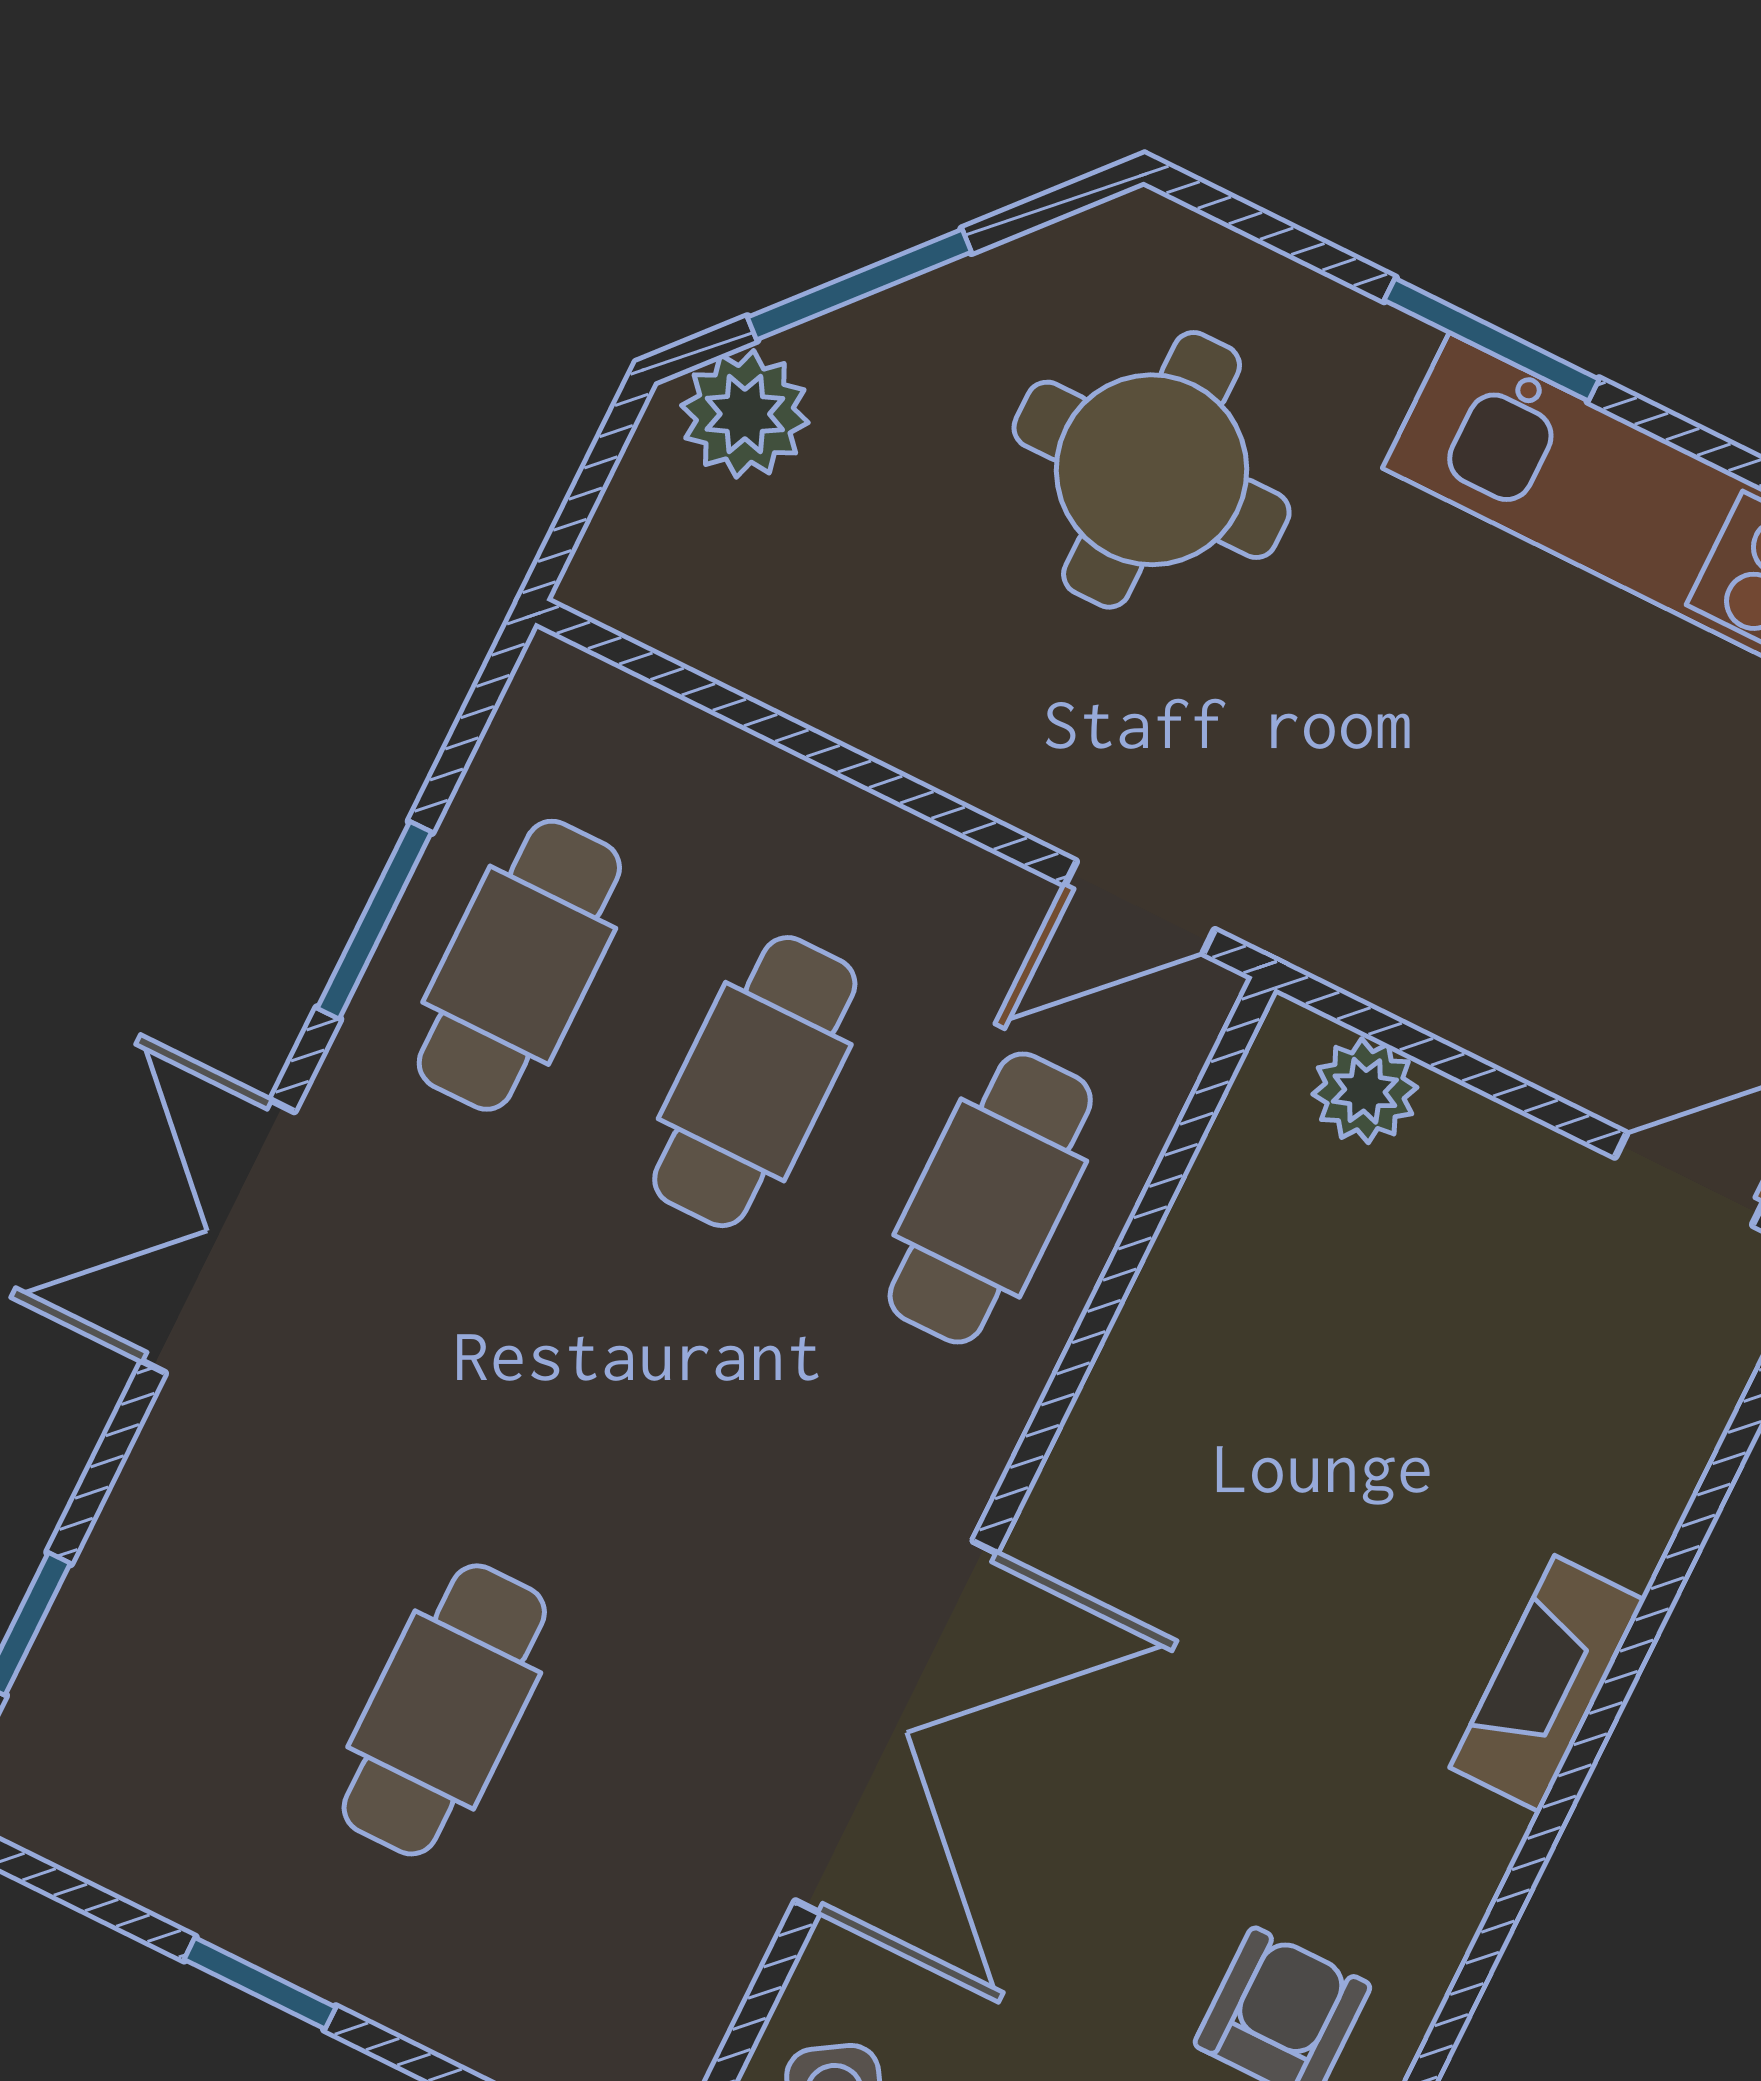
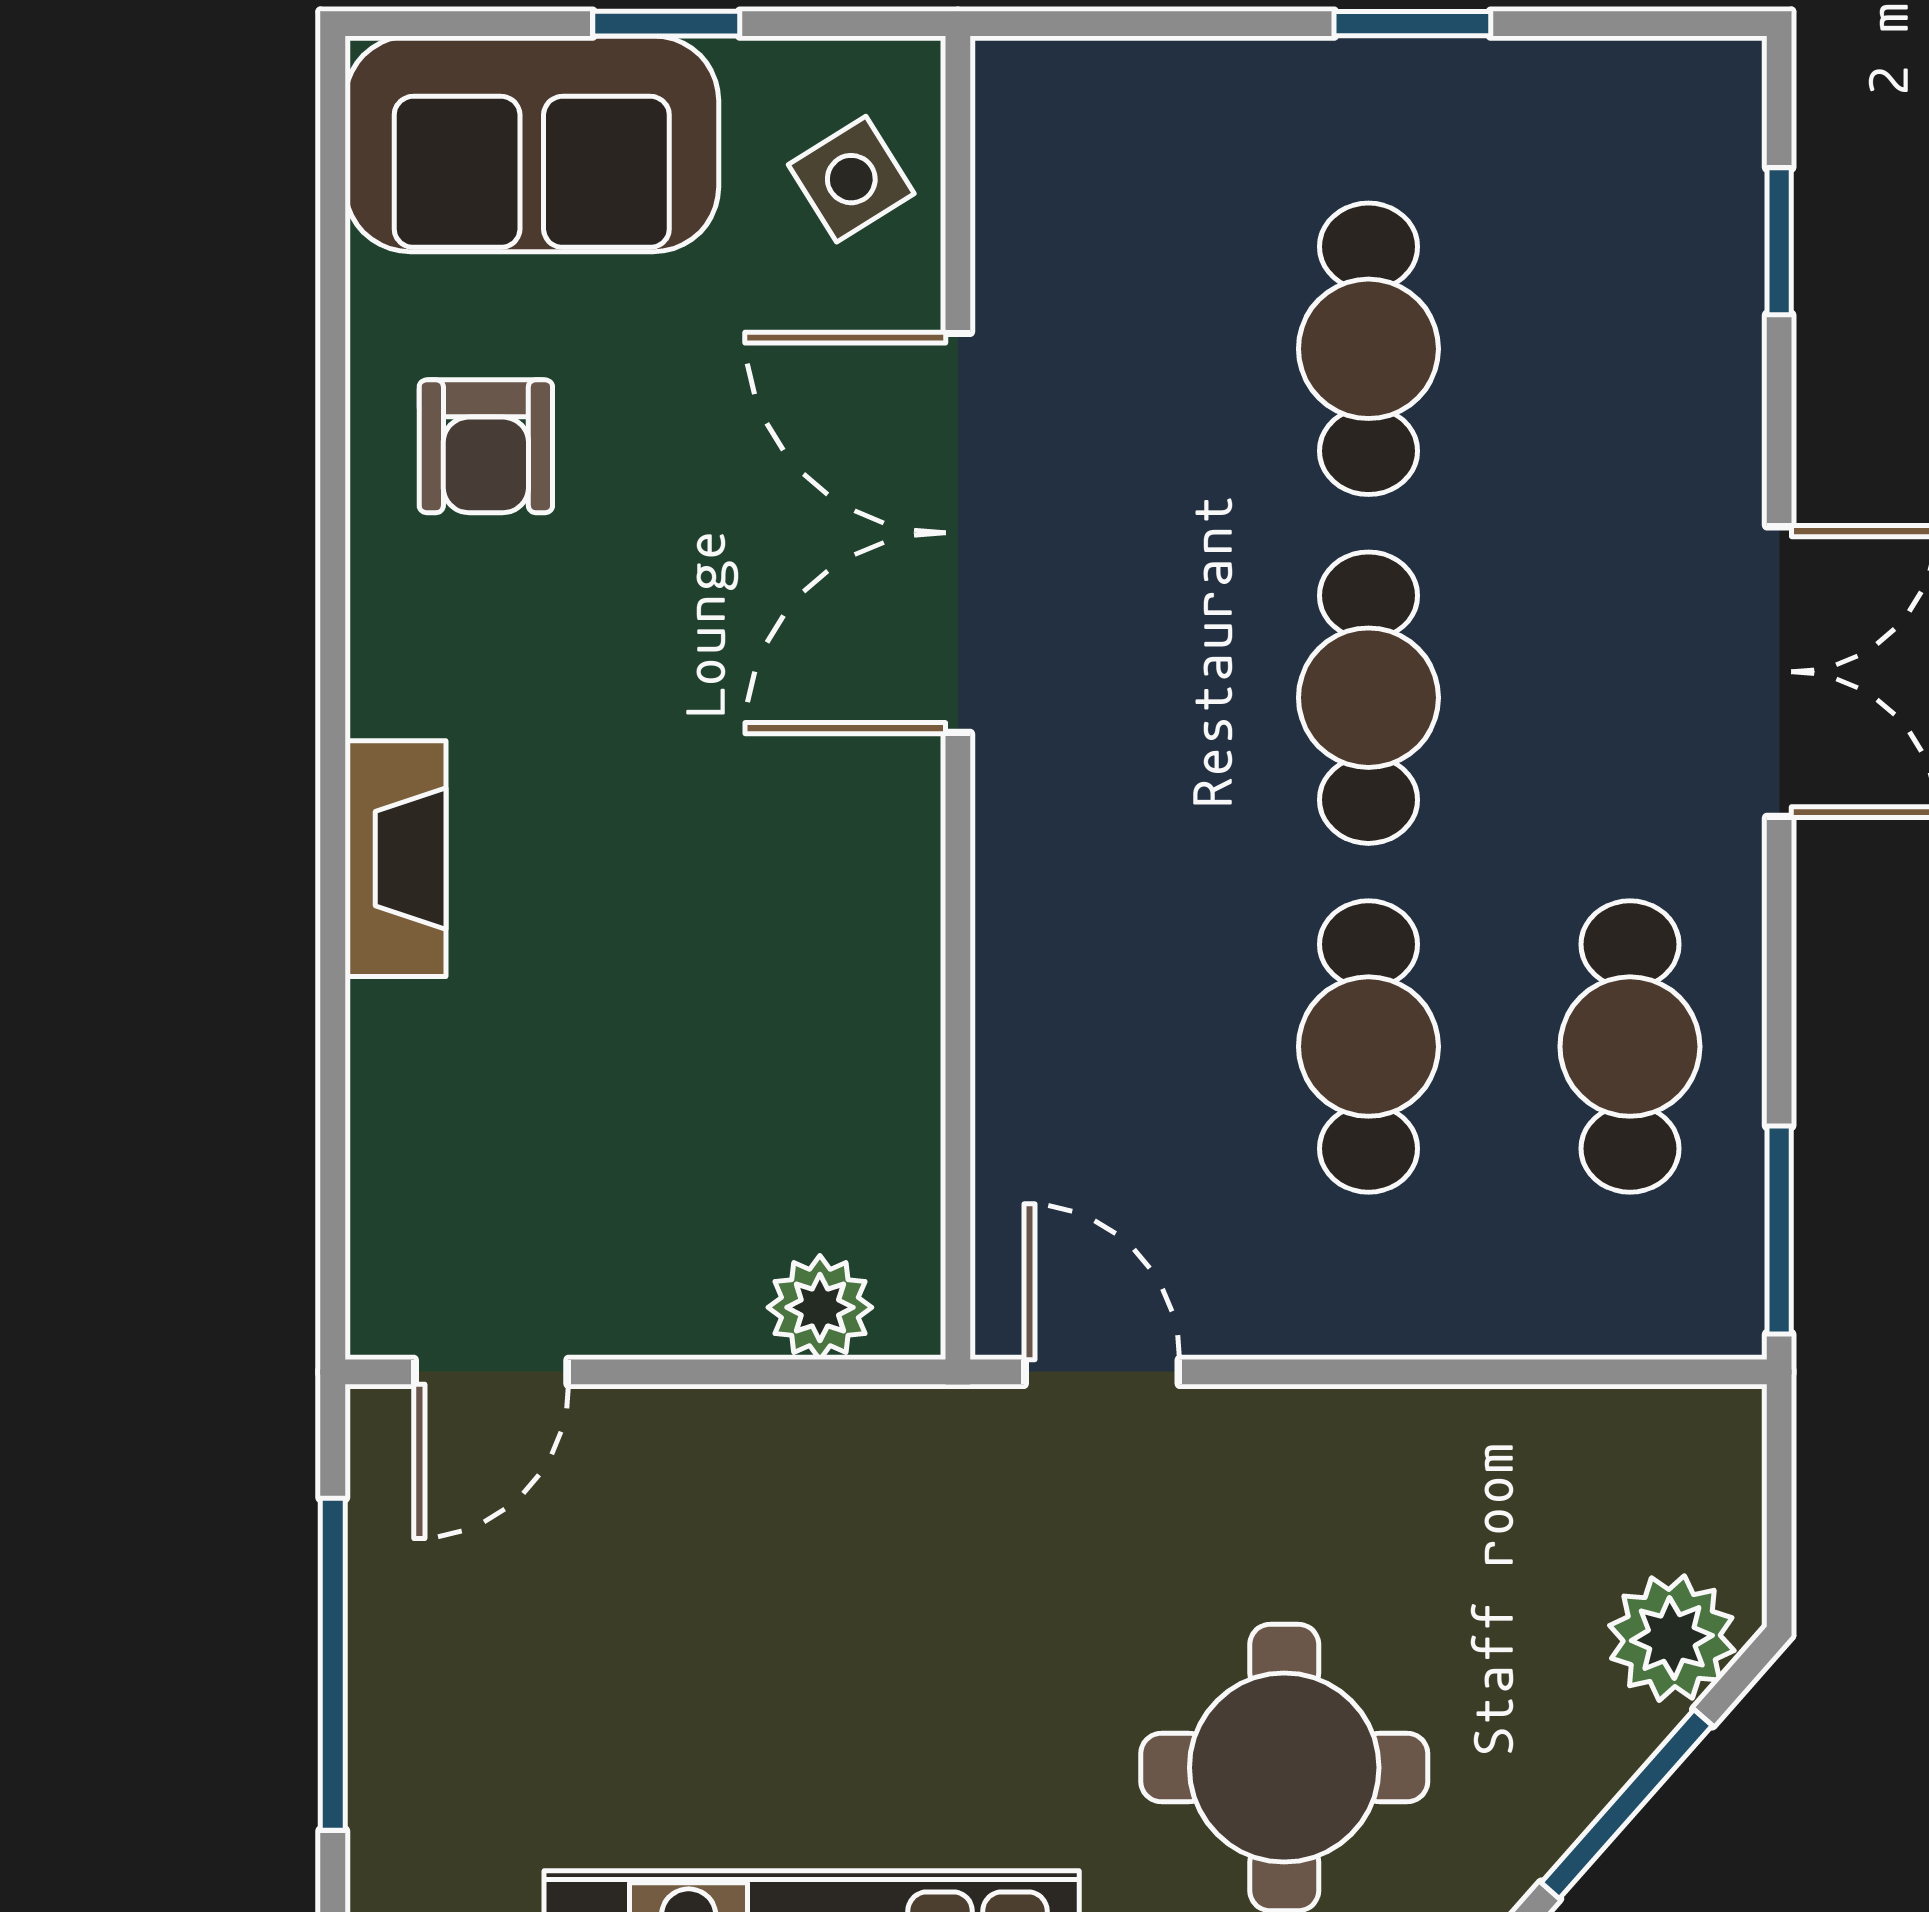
door: (1140, 907) -> (1102, 1372), hinge flipped
window: (374, 920) -> (1779, 1230), moved
cafe table: (990, 1198) -> (1368, 698), moved

